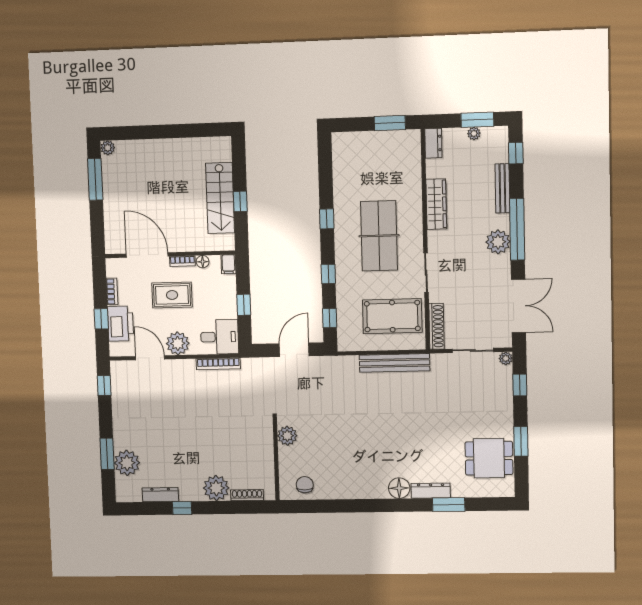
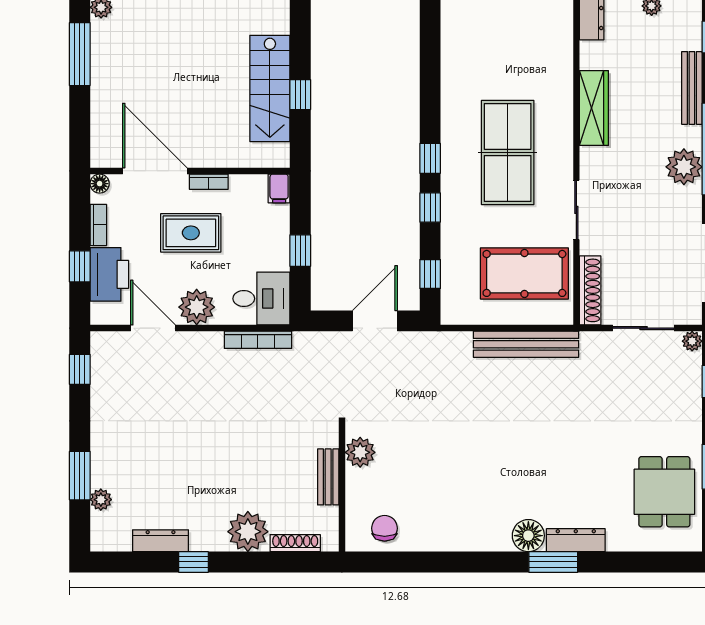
window: (327, 219) -> (430, 158), moved
floor lamp: (203, 262) -> (100, 184), moved
bench: (267, 452) -> (328, 477), added
dining table: (489, 458) -> (664, 492), turned 90
plant: (127, 463) -> (101, 500), width x0.53, depth x0.53
window: (449, 505) -> (553, 562), moved

